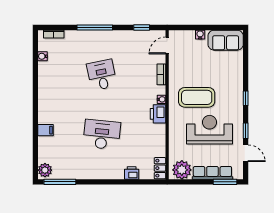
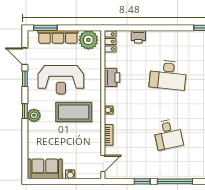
window: (142, 28) -> (142, 181), moved
plant: (237, 94) -> (34, 115), added
printer: (158, 114) -> (112, 77), moved

